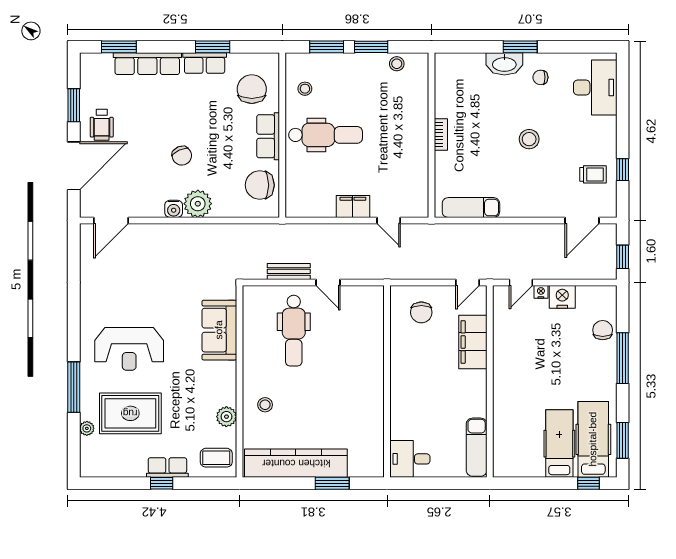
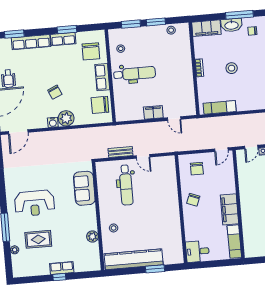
window: (520, 47) -> (239, 15), width x1.44
filing cabinet: (460, 66) -> (206, 28), added
chair: (252, 89) -> (91, 51), turned 180
stool: (529, 139) -> (232, 68), moved
filing cabinet: (473, 342) -> (229, 209), moved
chair: (410, 367) -> (193, 200), added
rug: (130, 413) -> (38, 239), width x0.73, depth x0.70
coffee table: (216, 458) -> (89, 260), removed

